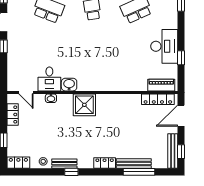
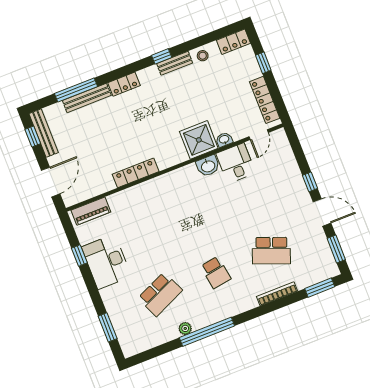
door: (26, 92) -> (259, 135), swing flipped
locker: (158, 99) -> (136, 173), moved
shower: (84, 105) -> (199, 140), moved
locker: (13, 114) -> (265, 100), width x1.53

